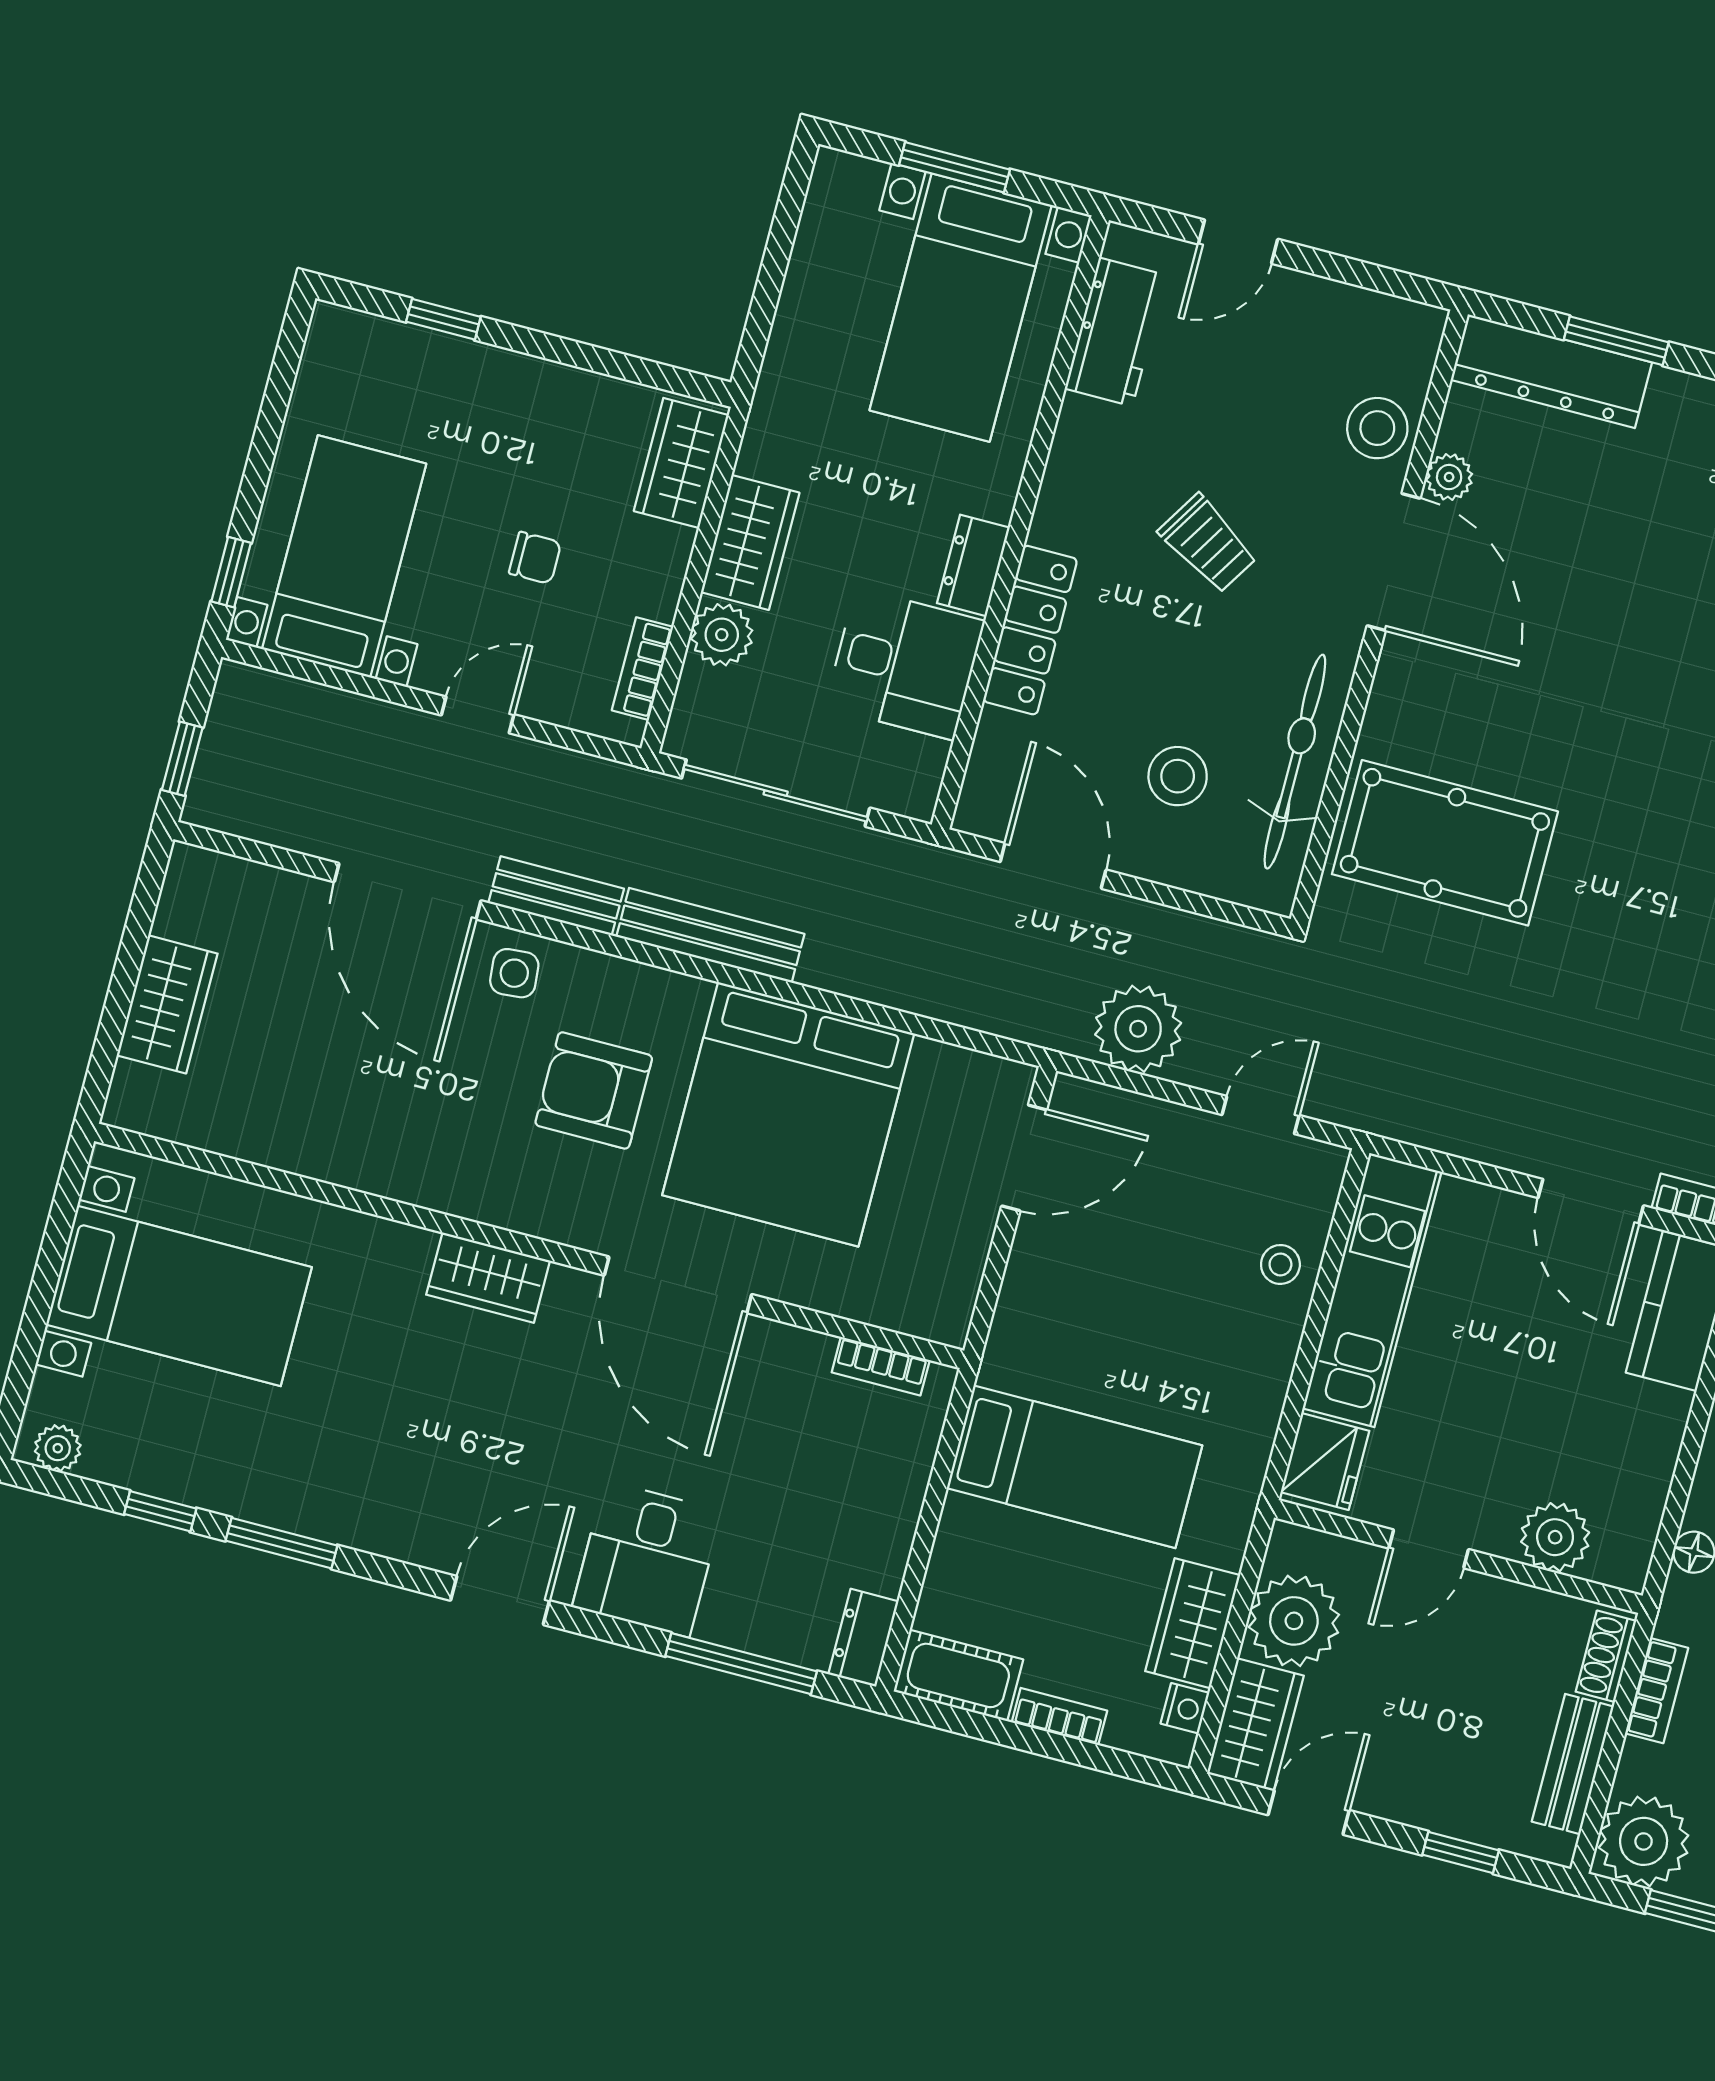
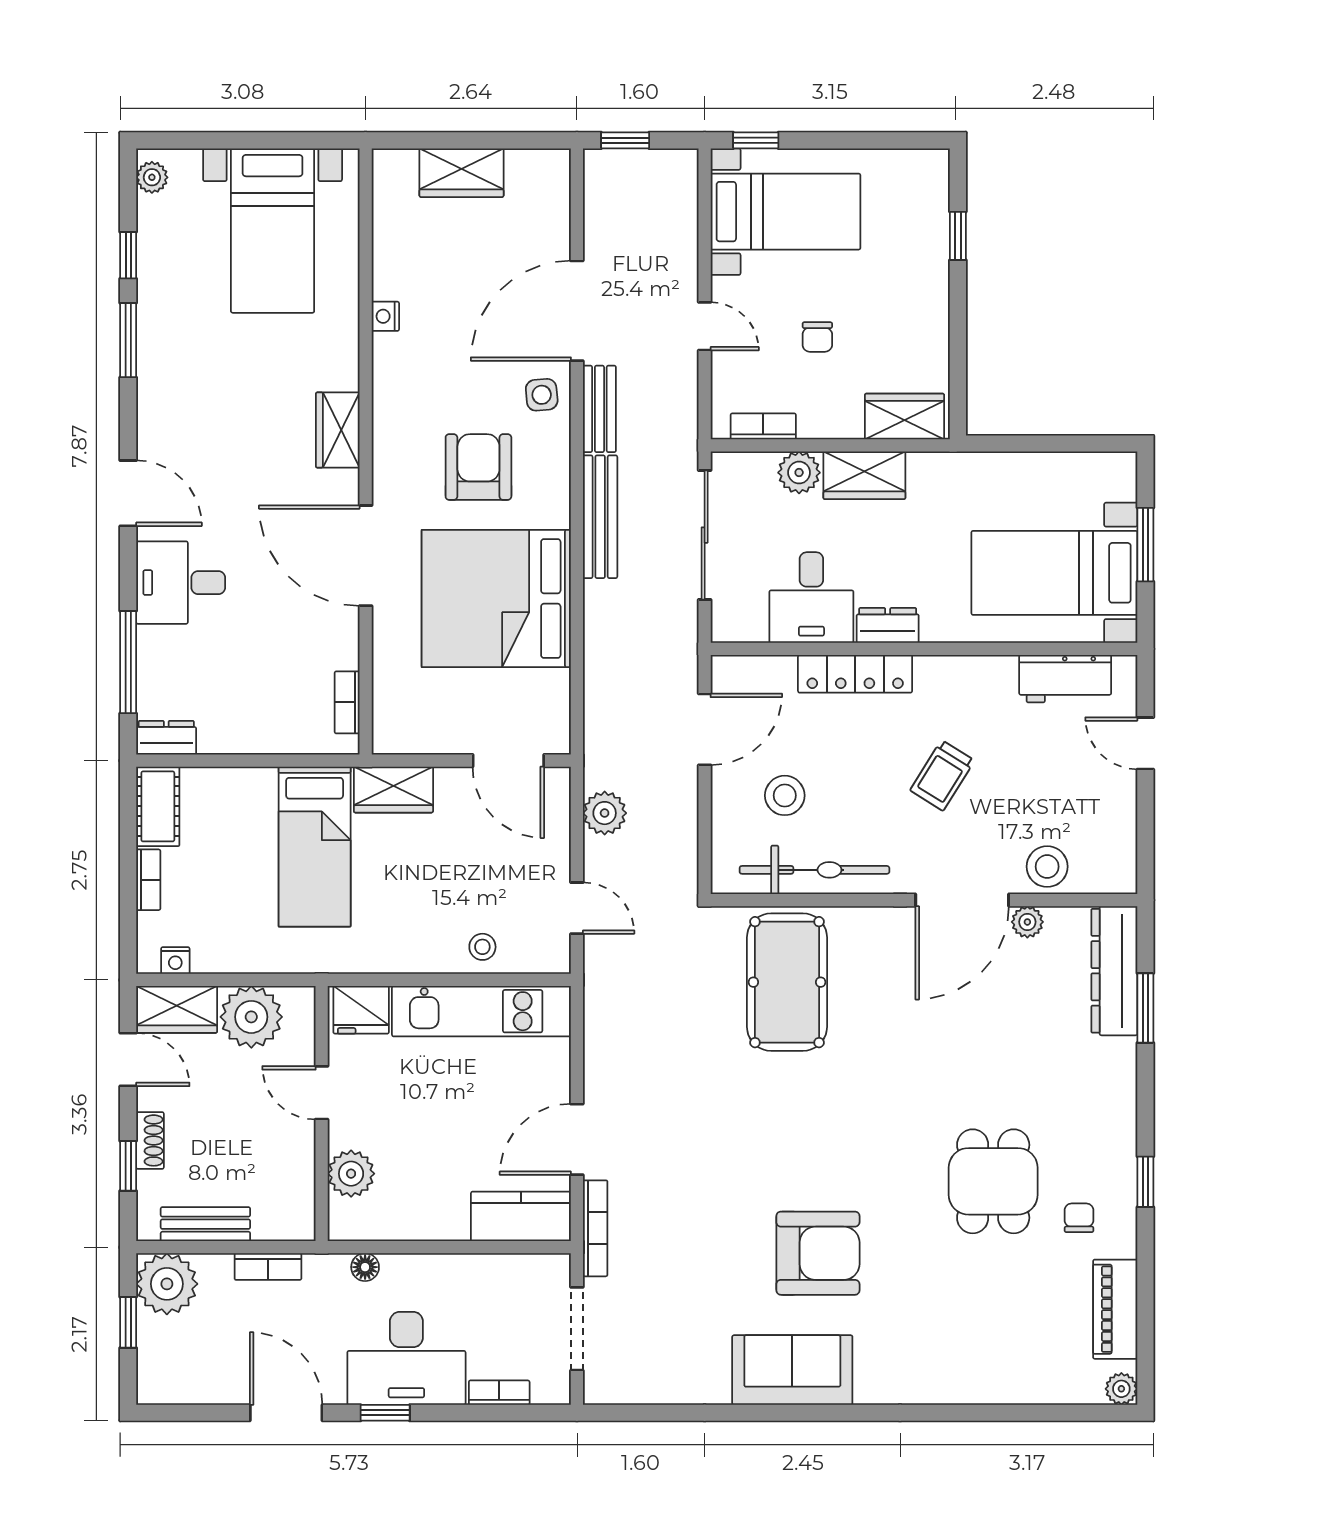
plant: (1138, 1029) -> (605, 813), width x0.73, depth x0.73
nightstand: (344, 1167) -> (385, 316), added
door: (678, 1285) -> (366, 556), hinge flipped
wardrobe: (1193, 1623) -> (393, 790), moved, turned 180
shoe rack: (1606, 1656) -> (150, 1140), moved, turned 90

